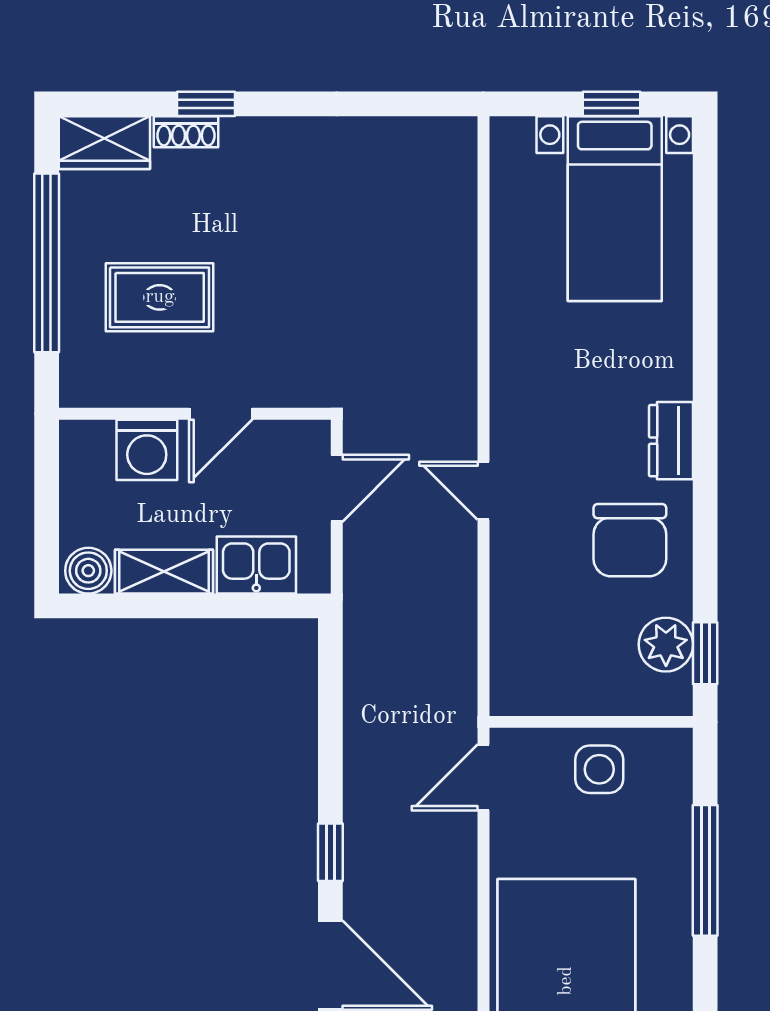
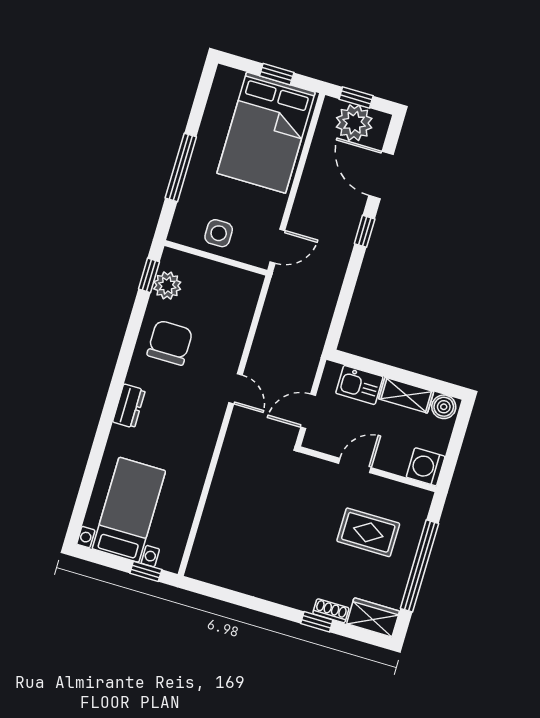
window: (611, 104) -> (146, 571), moved
dresser: (671, 441) -> (129, 406), moved
washing machine: (147, 450) -> (426, 467), moved, turned -90

